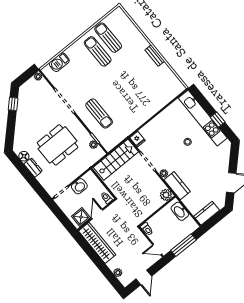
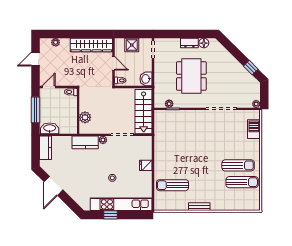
sun lounger: (99, 114) -> (173, 185), moved
fridge: (137, 139) -> (146, 165), moved
washbasin: (79, 186) -> (146, 79), moved
plant: (166, 195) -> (85, 117), moved
washbasin: (180, 211) -> (50, 128), moved
shower: (81, 217) -> (132, 45), moved
door: (144, 278) -> (36, 59), hinge flipped

